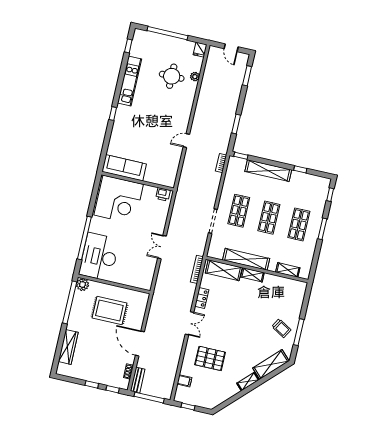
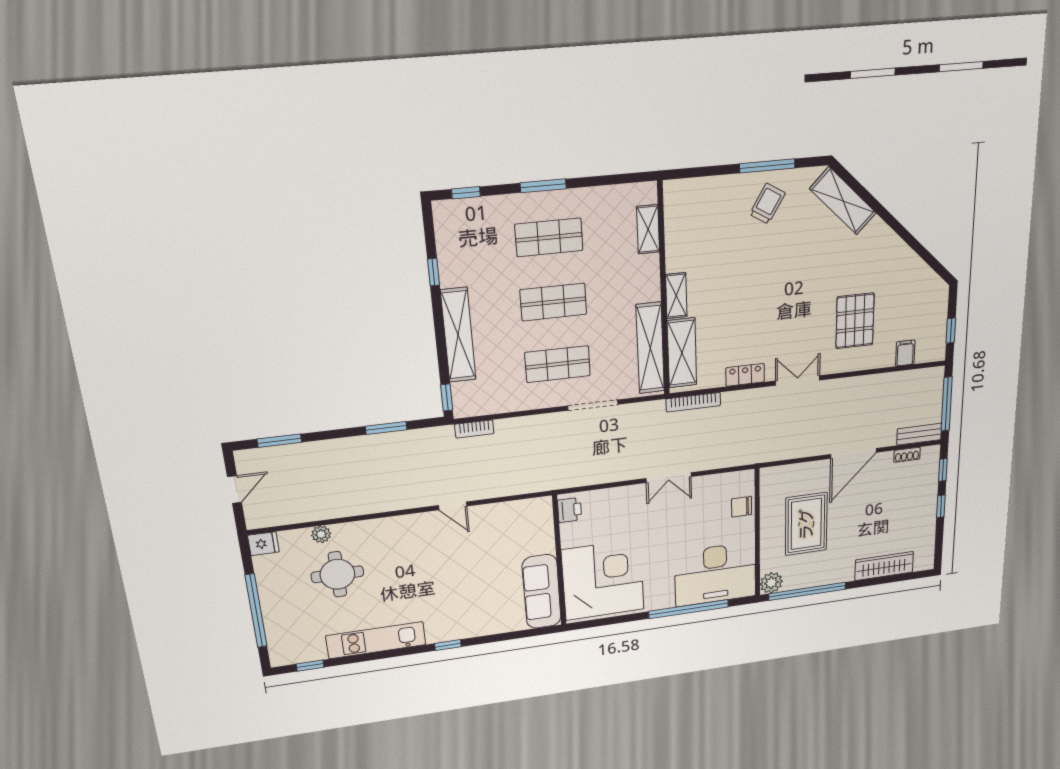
shelving: (246, 259) -> (650, 348), moved
chair: (132, 279) -> (742, 507), added
shelving: (248, 382) -> (884, 235), removed

